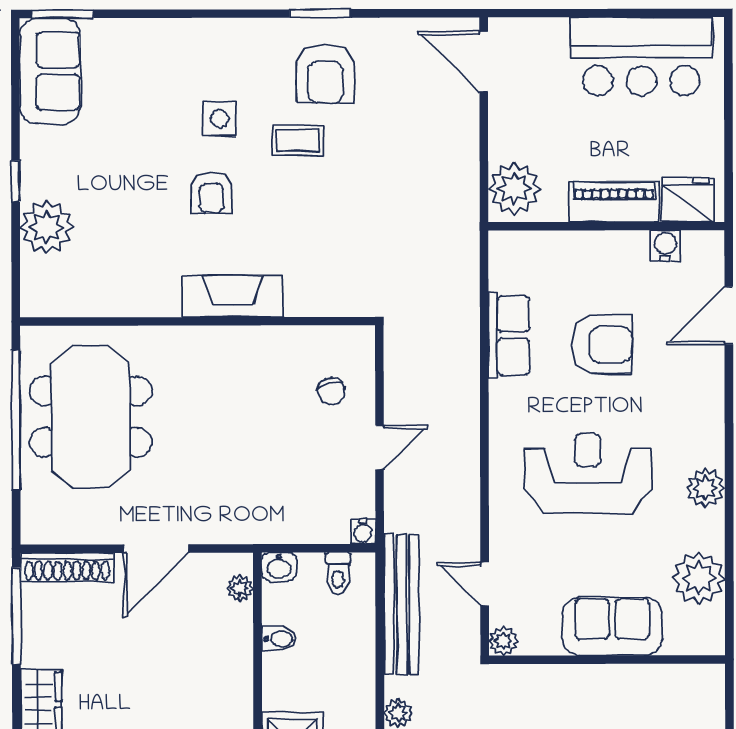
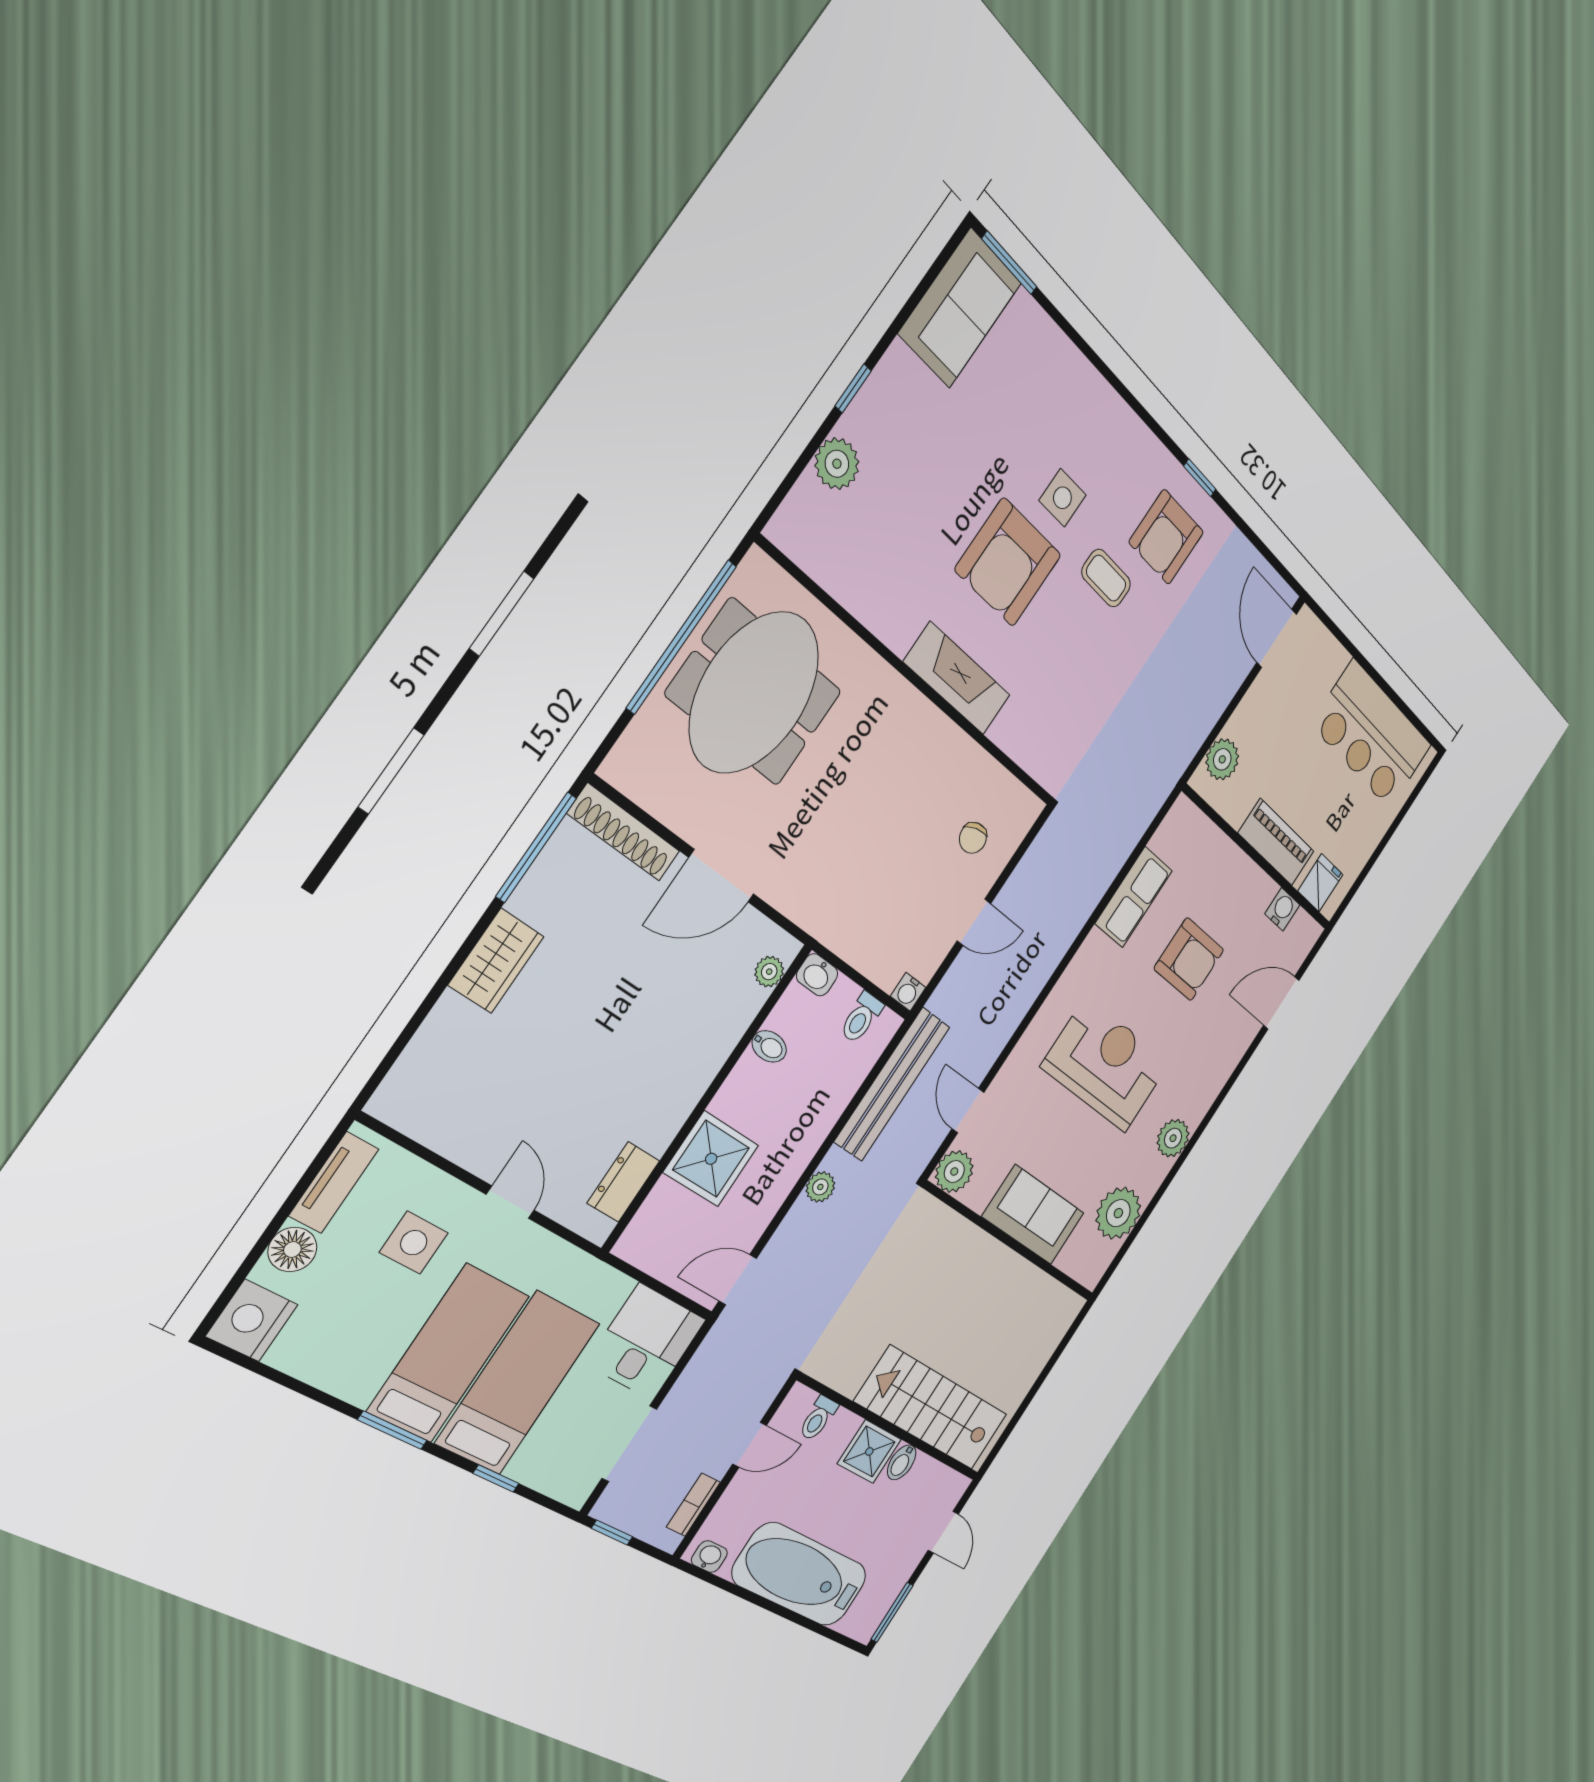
window: (320, 13) -> (1200, 478), width x0.67
plant: (514, 189) -> (1222, 759), width x0.73, depth x0.73
armchair: (211, 193) -> (1008, 562), width x1.88, depth x1.88
fridge: (688, 200) -> (1320, 883), width x0.72
plant: (47, 227) -> (837, 464), width x0.73, depth x0.73
plant: (503, 641) -> (954, 1172), width x1.38, depth x1.38

